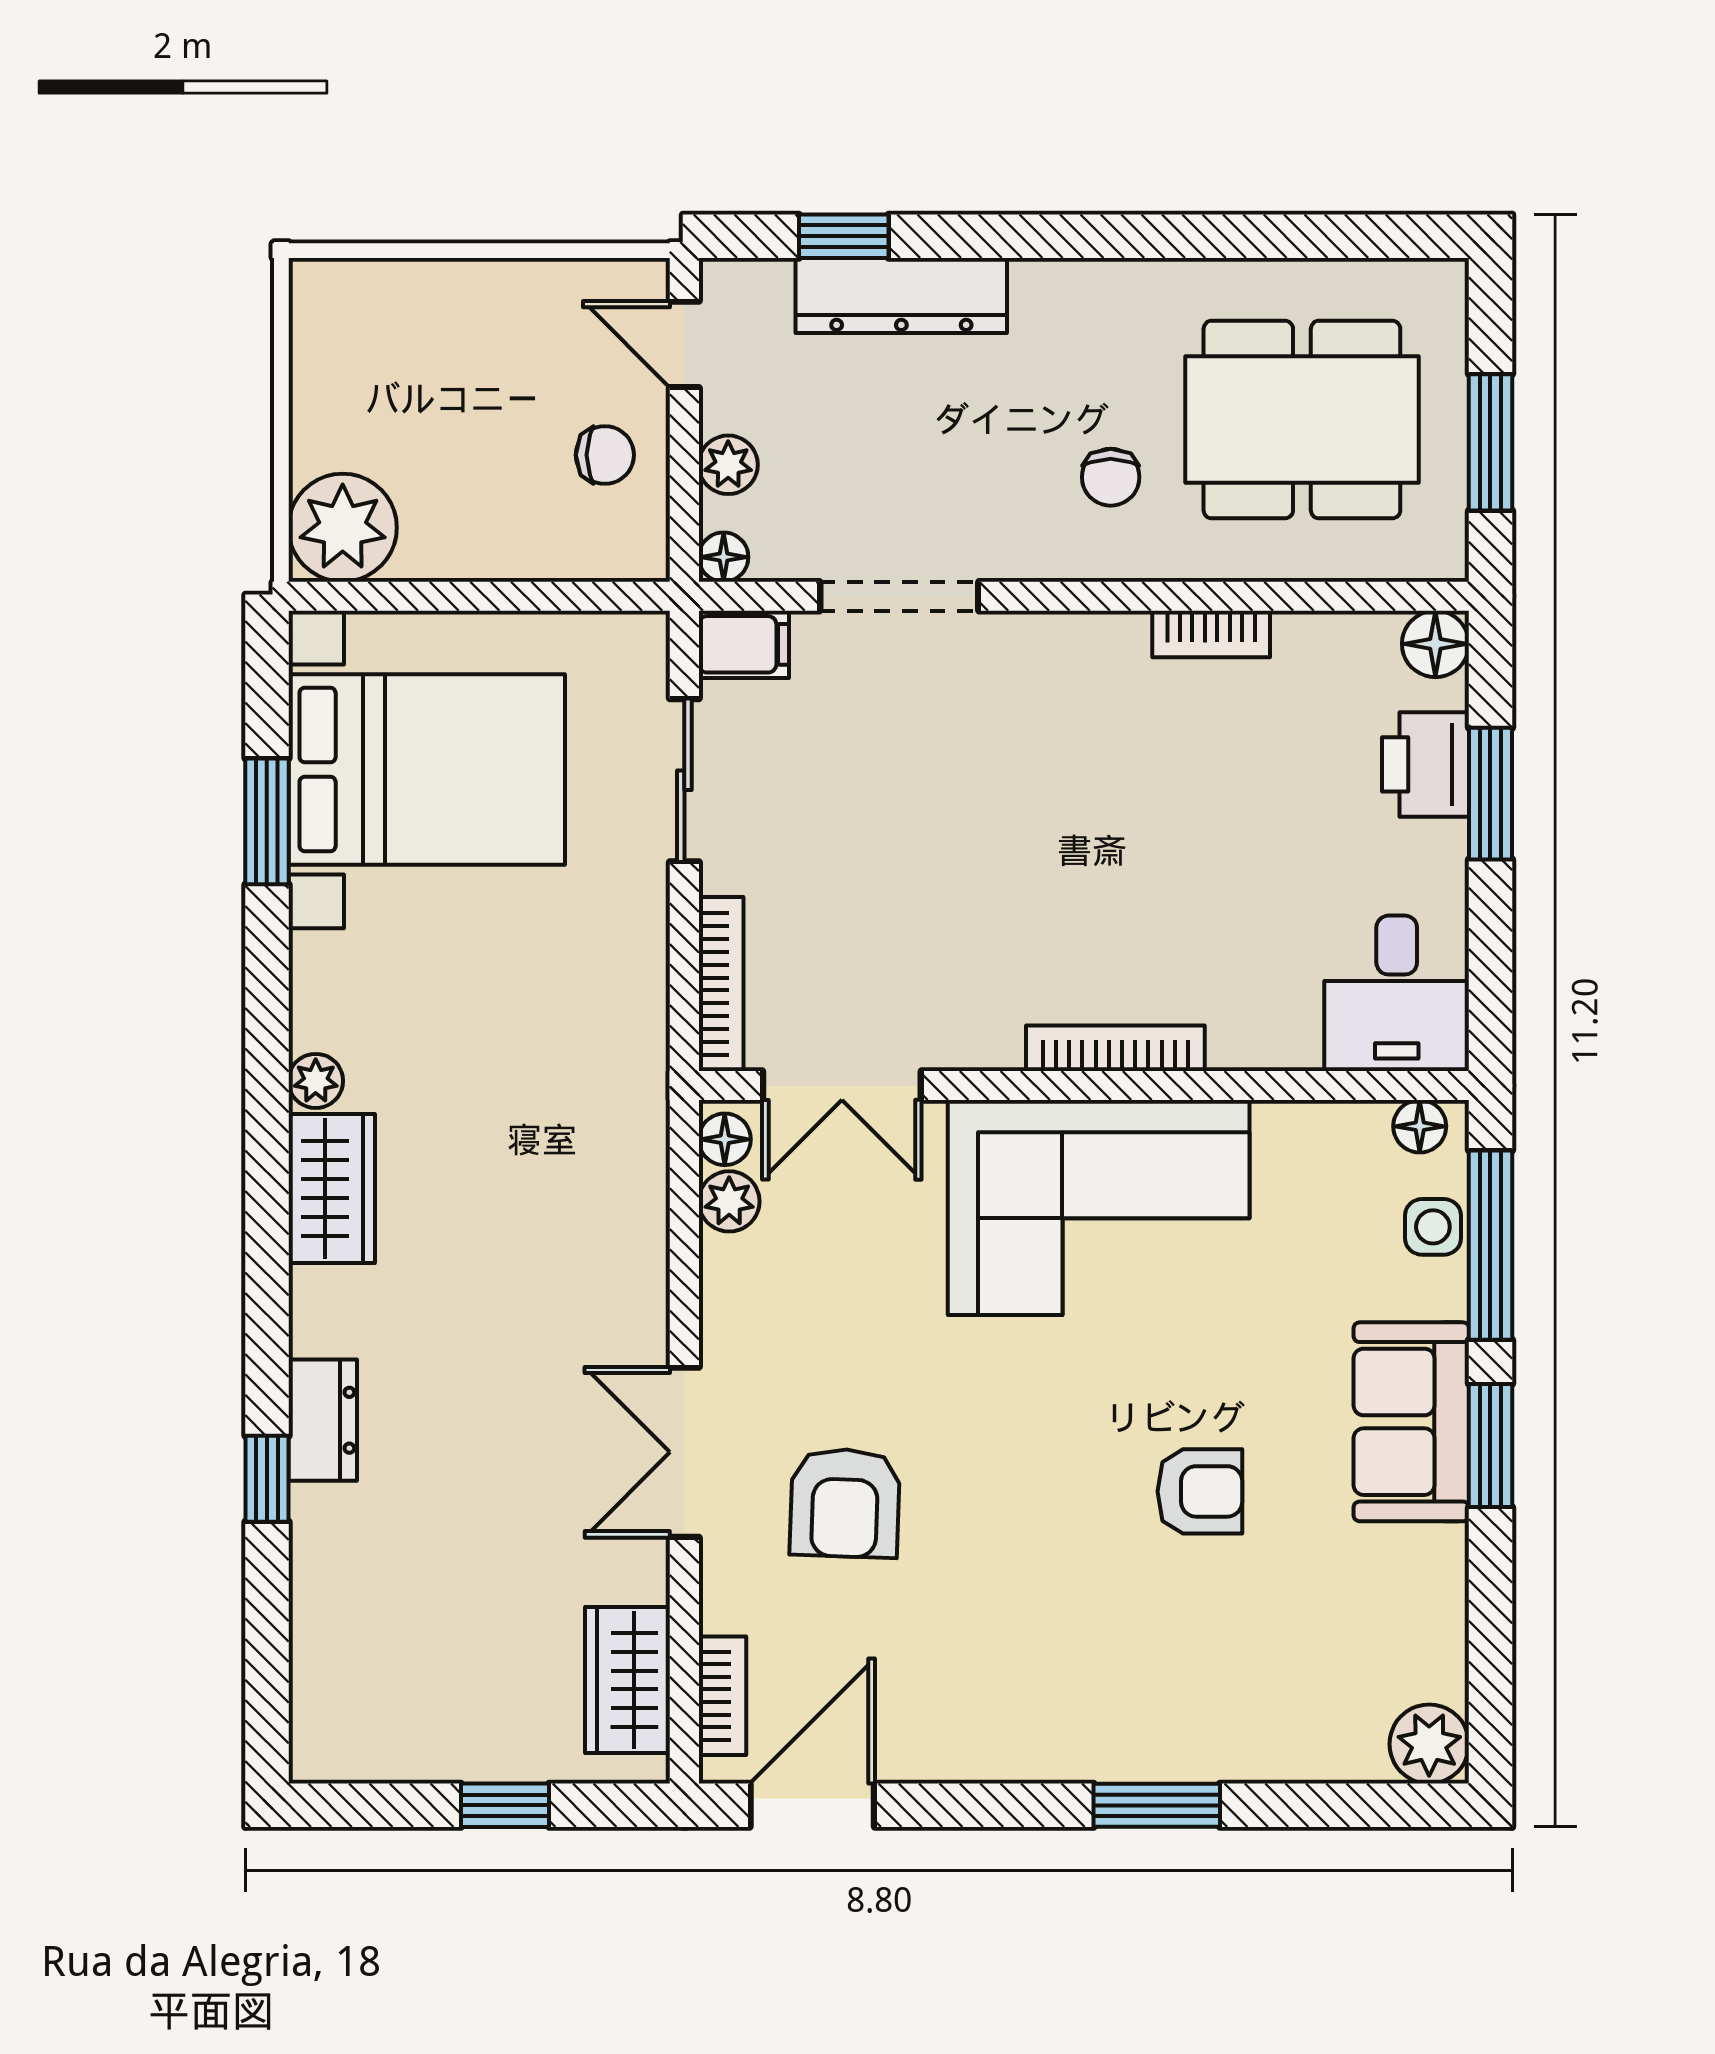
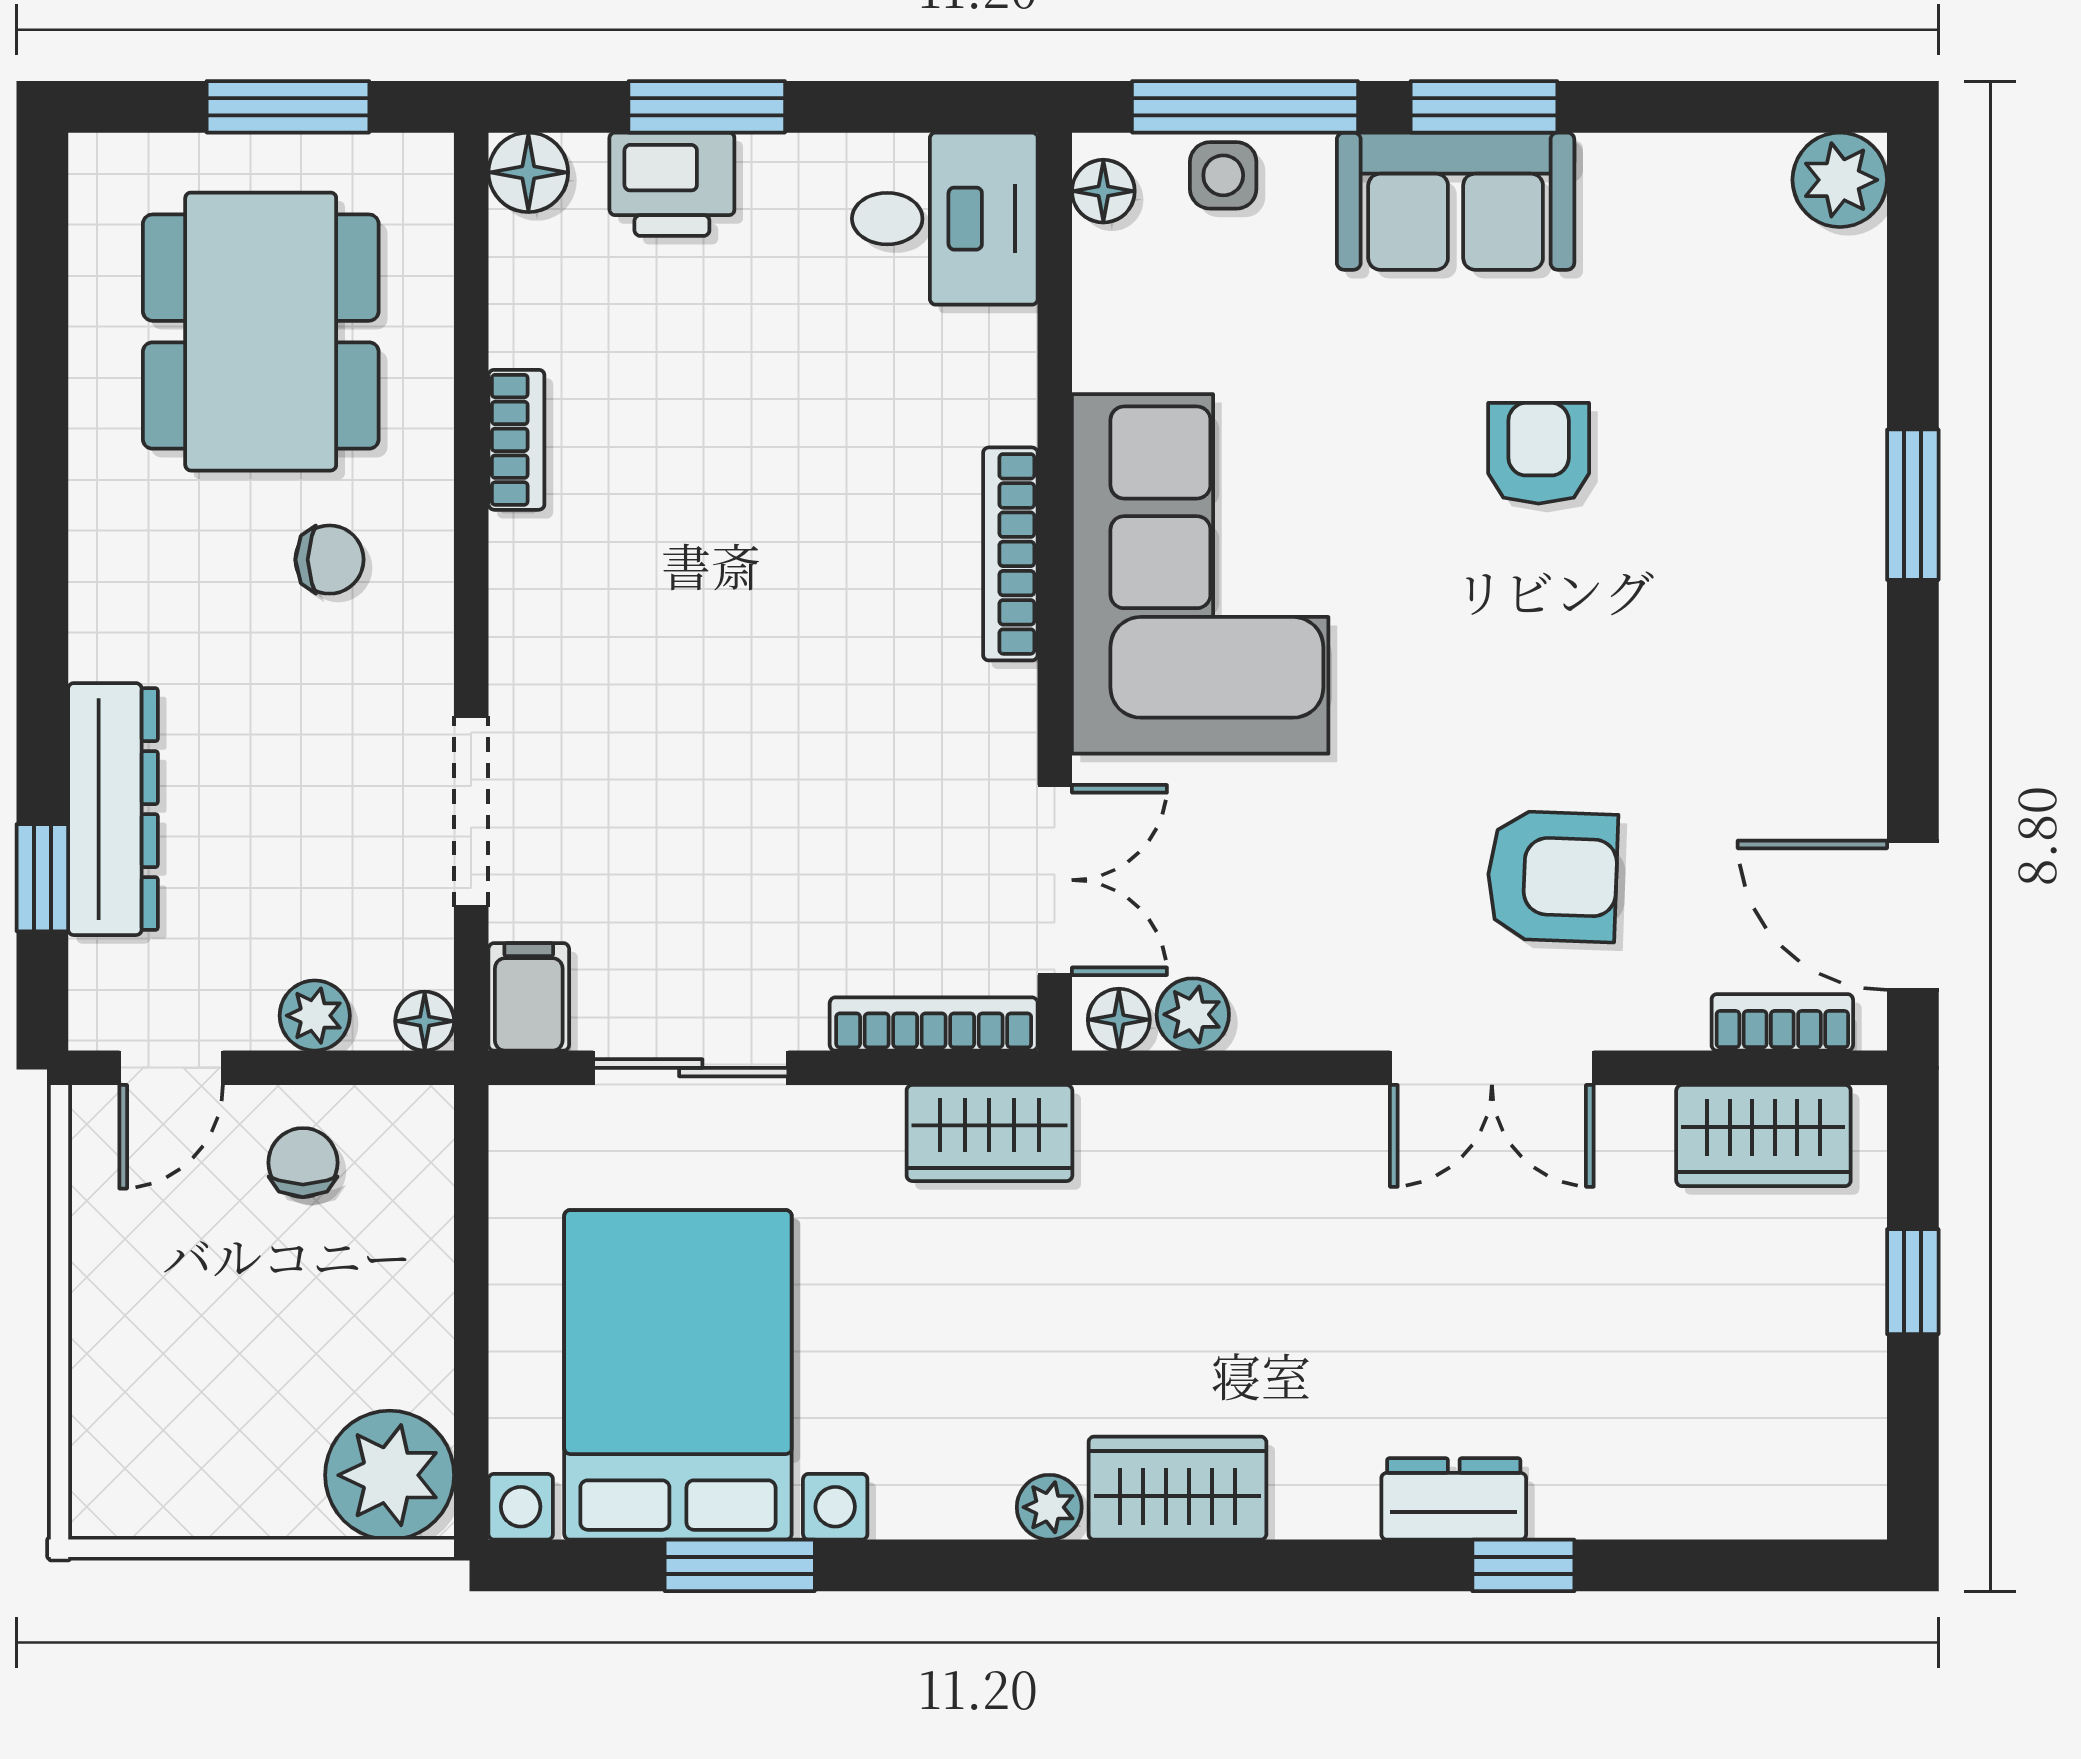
wardrobe: (630, 1031) -> (989, 1133), added

